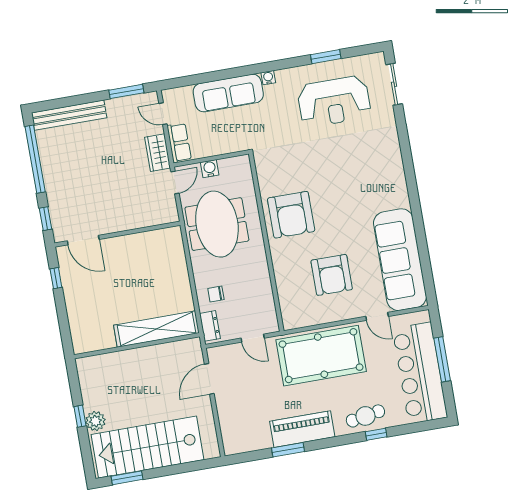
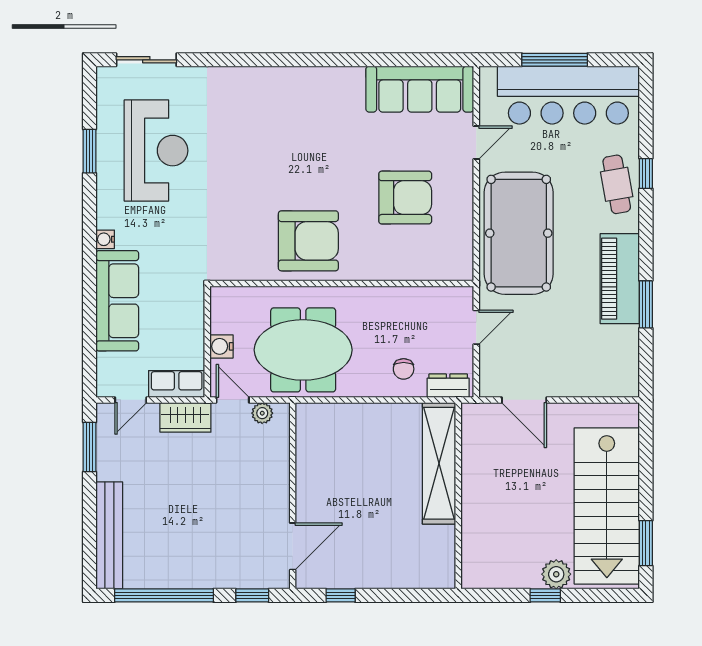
plant: (170, 204) -> (262, 413), added
sofa: (400, 260) -> (420, 89), width x0.74, depth x0.79

